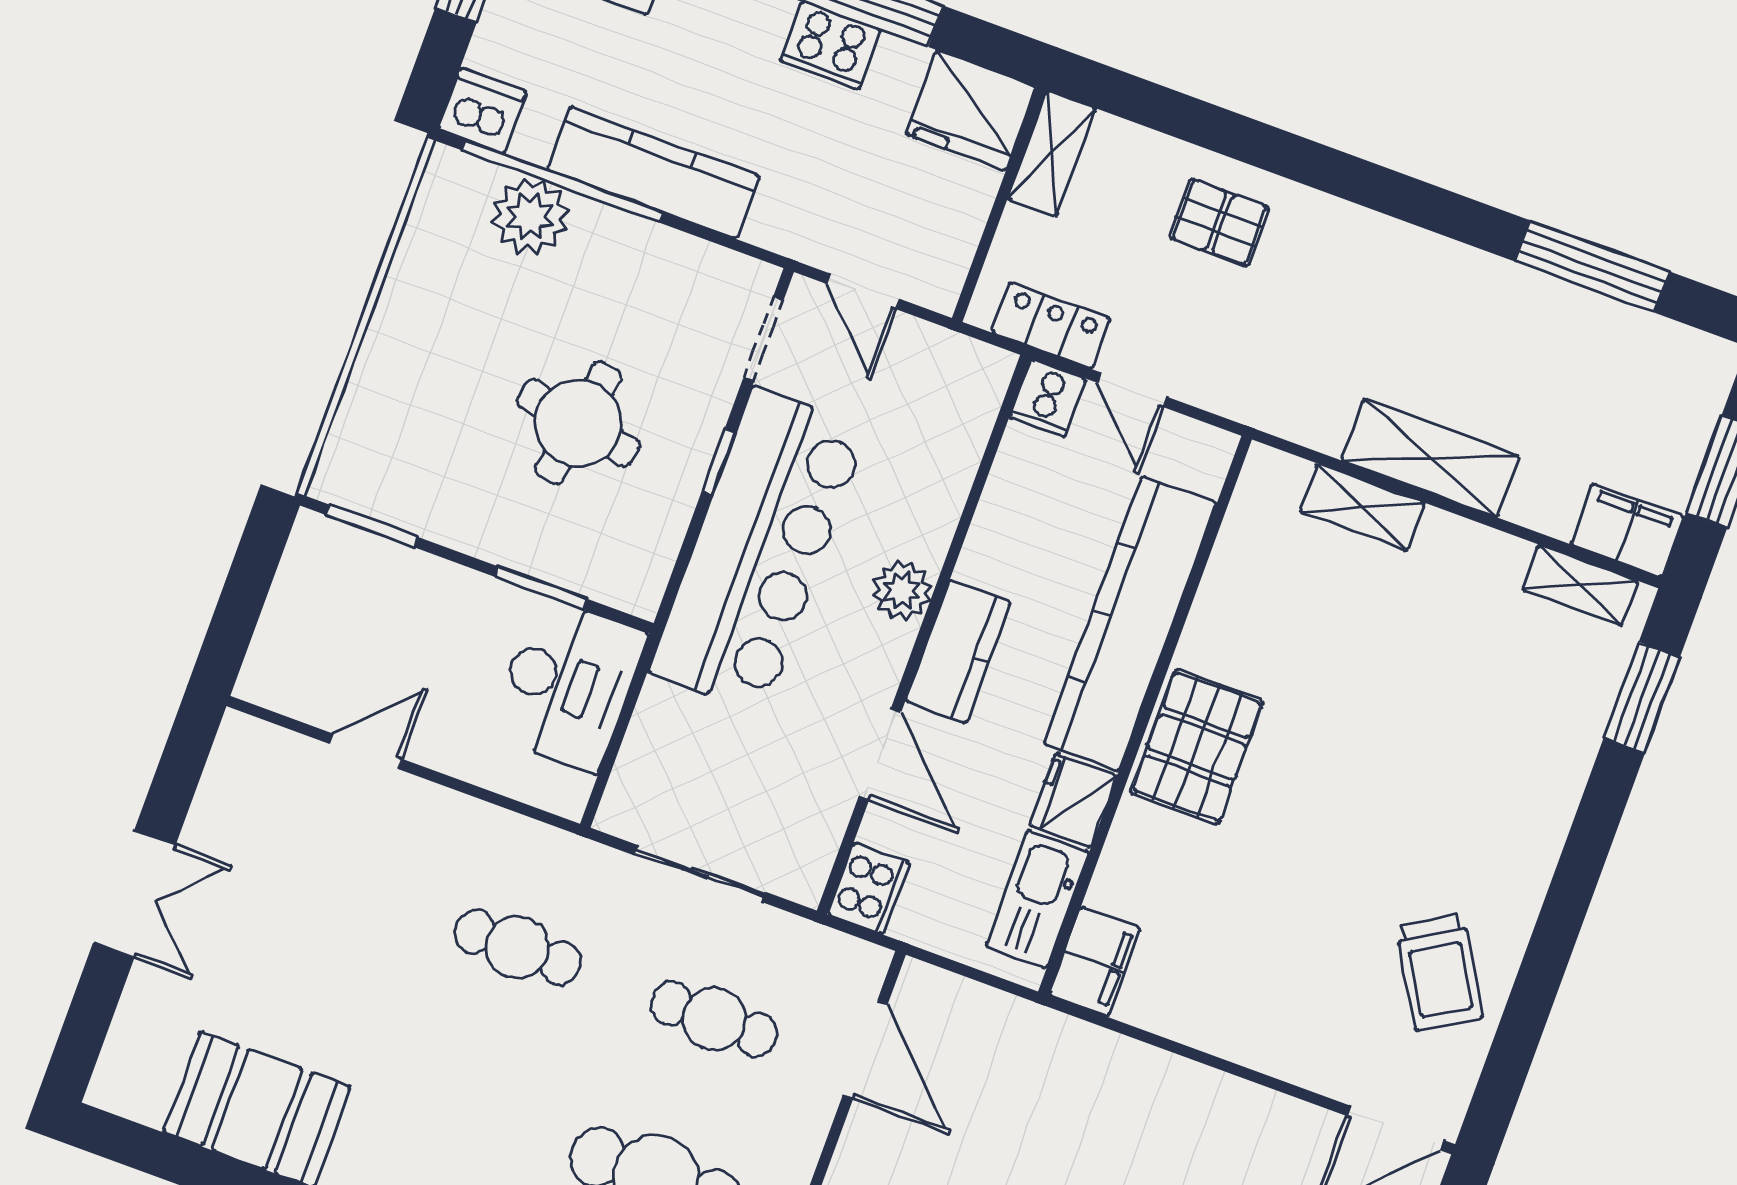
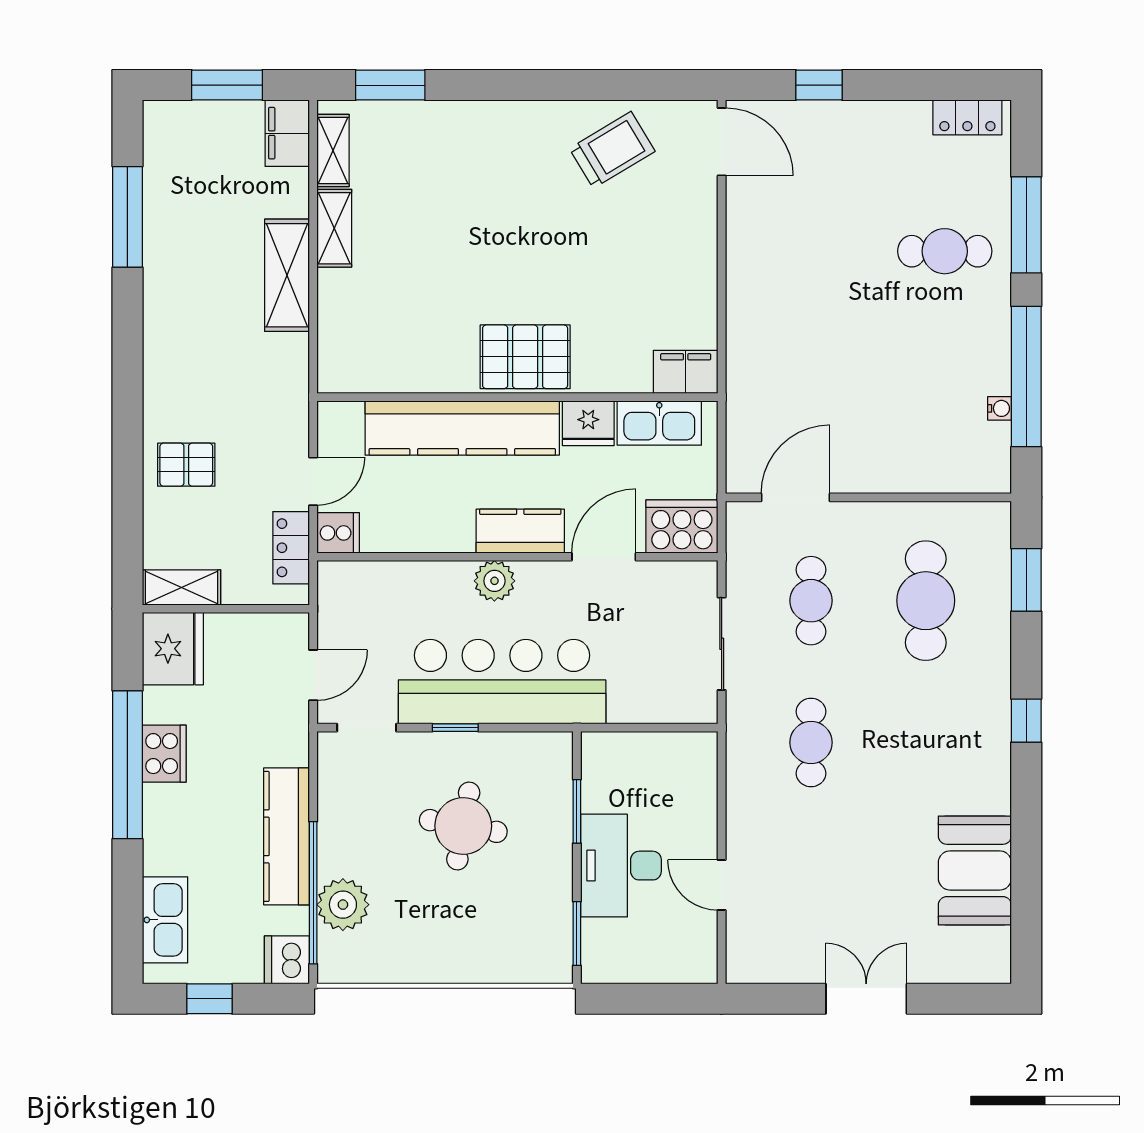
pallet: (1219, 222) -> (186, 465), turned 90
shelving: (1362, 507) -> (334, 228), moved
desk: (568, 684) -> (621, 866), moved, turned -90
cooker: (869, 888) -> (682, 526), width x1.37, depth x1.31

